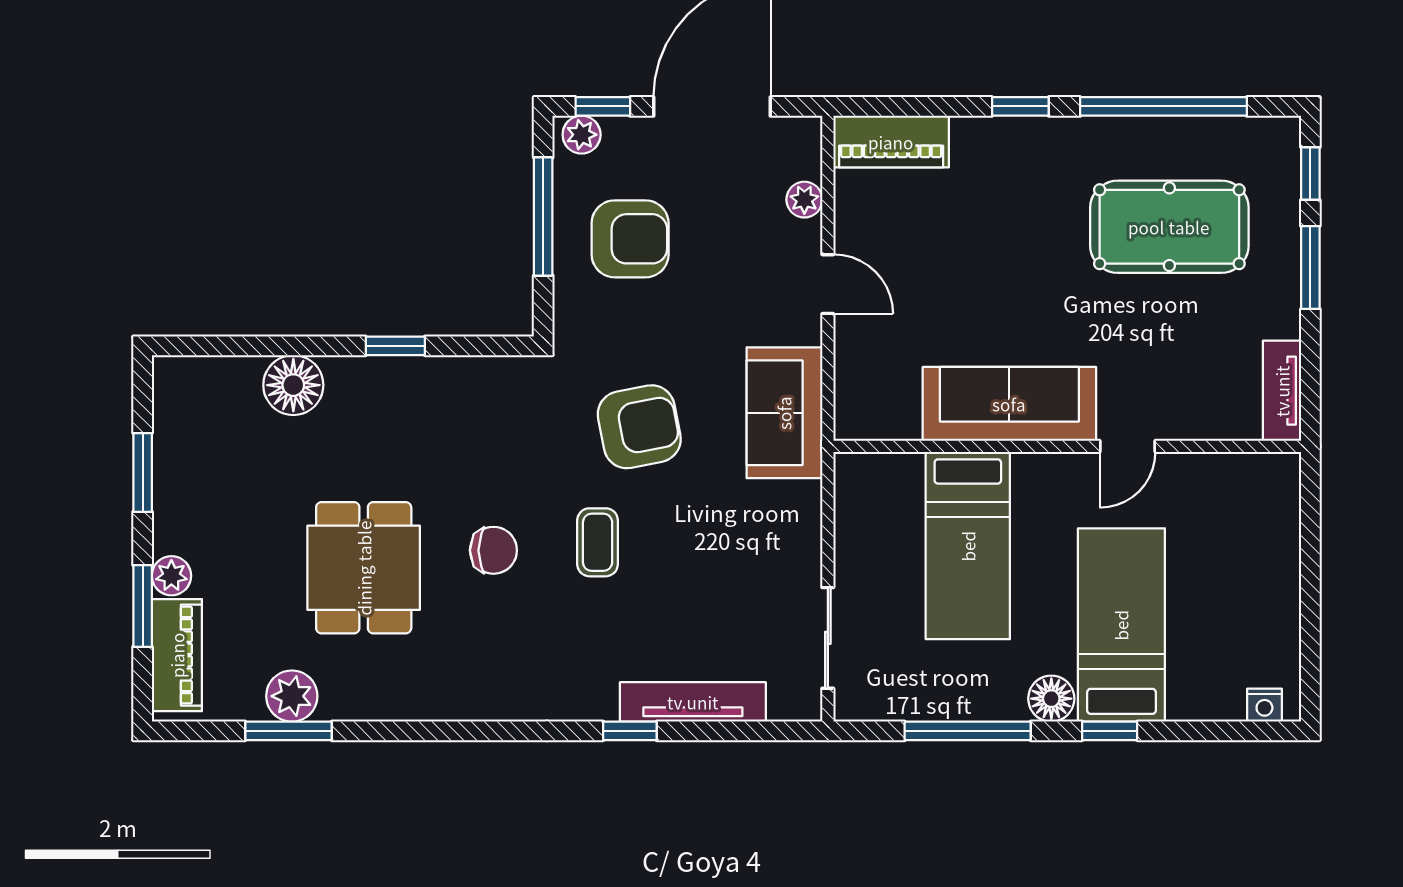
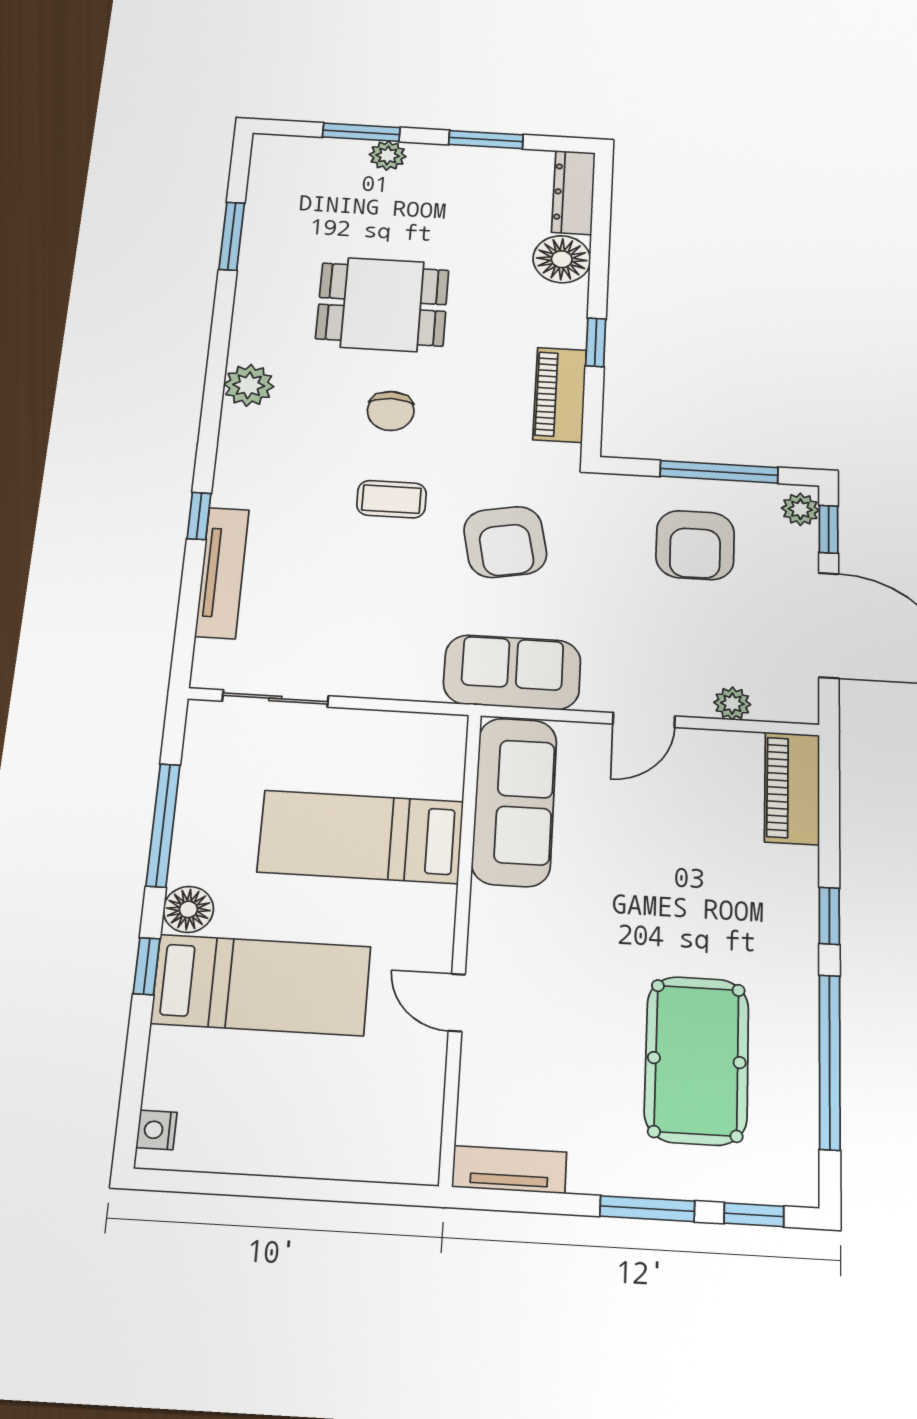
dresser: (206, 376) -> (574, 192), added
sofa: (1009, 404) -> (514, 802), moved
piano: (177, 655) -> (560, 395), moved, turned 90
plant: (292, 696) -> (249, 385), moved

